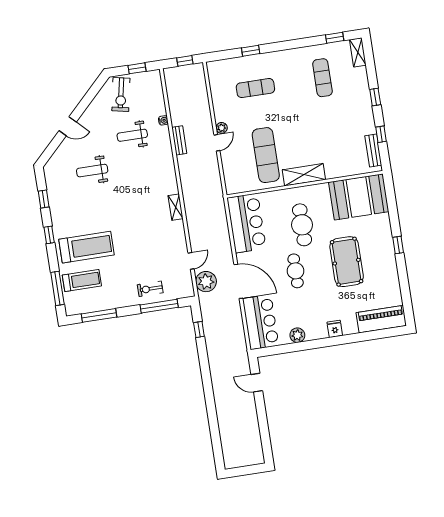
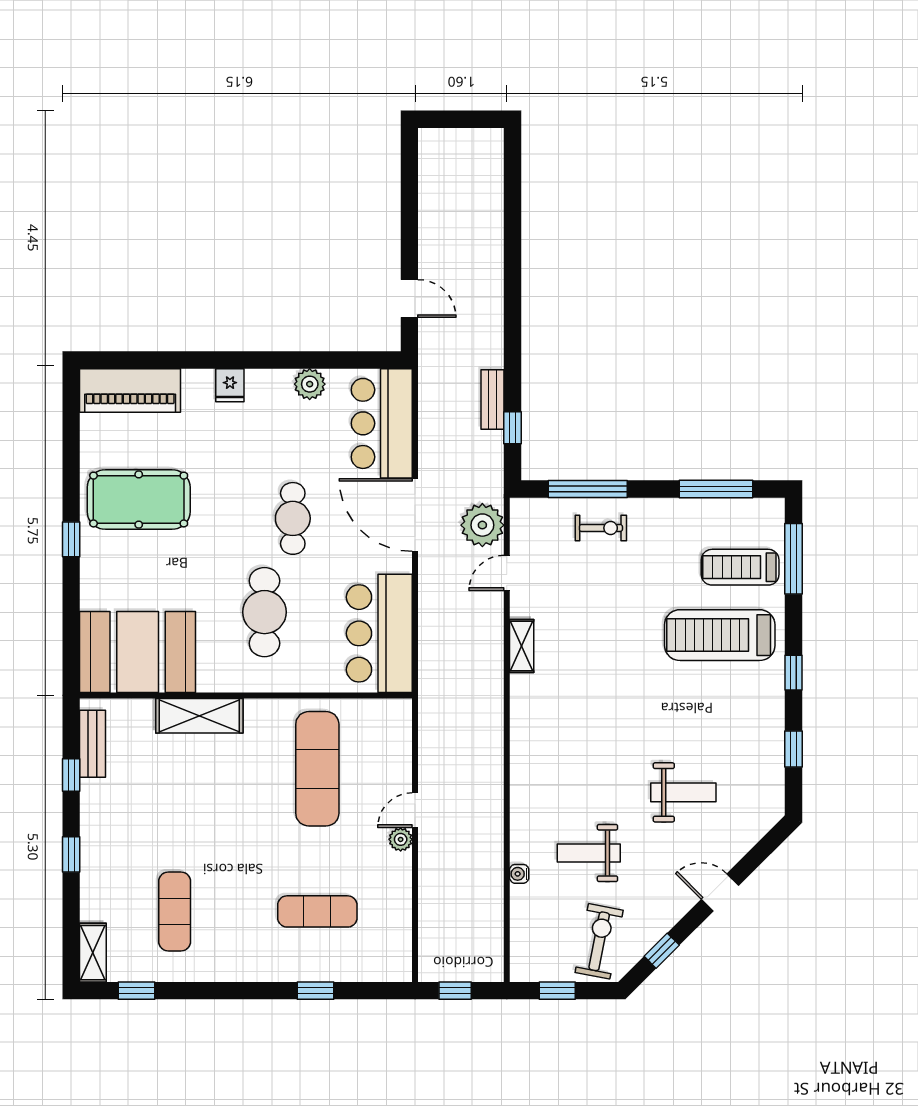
window: (91, 95) -> (662, 951), added
weight bench: (132, 135) -> (589, 853), turned 180
bench: (179, 140) -> (493, 399), moved
shelving: (304, 175) -> (199, 716), moved
shelving: (176, 207) -> (522, 646), moved
pool table: (347, 262) -> (139, 500), moved, turned 90

